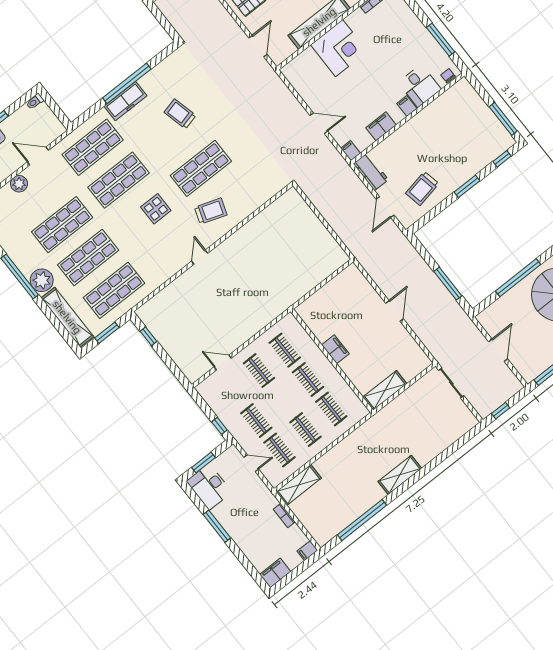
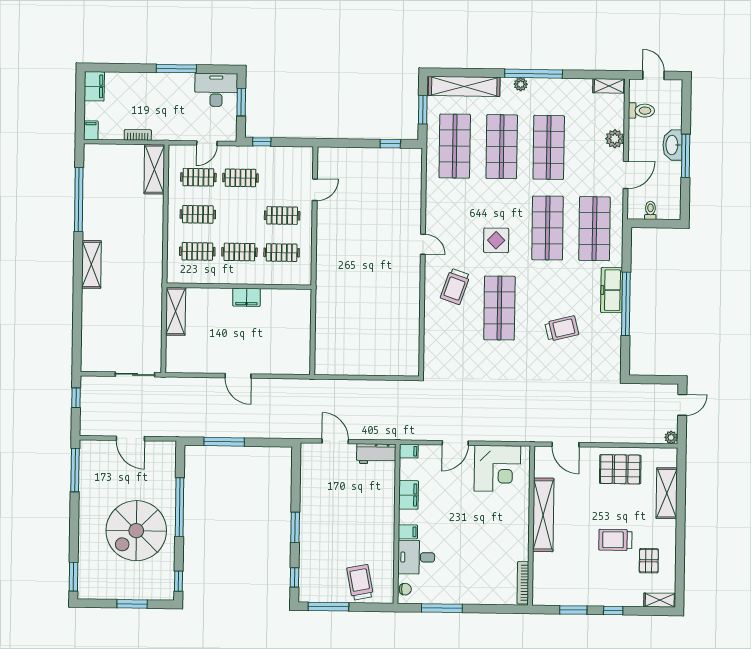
corner desk: (339, 48) -> (497, 468), moved, turned -90
toilet: (35, 102) -> (650, 210), moved
trolley: (422, 188) -> (360, 582), moved
plant: (42, 280) -> (521, 84), width x0.53, depth x0.53

